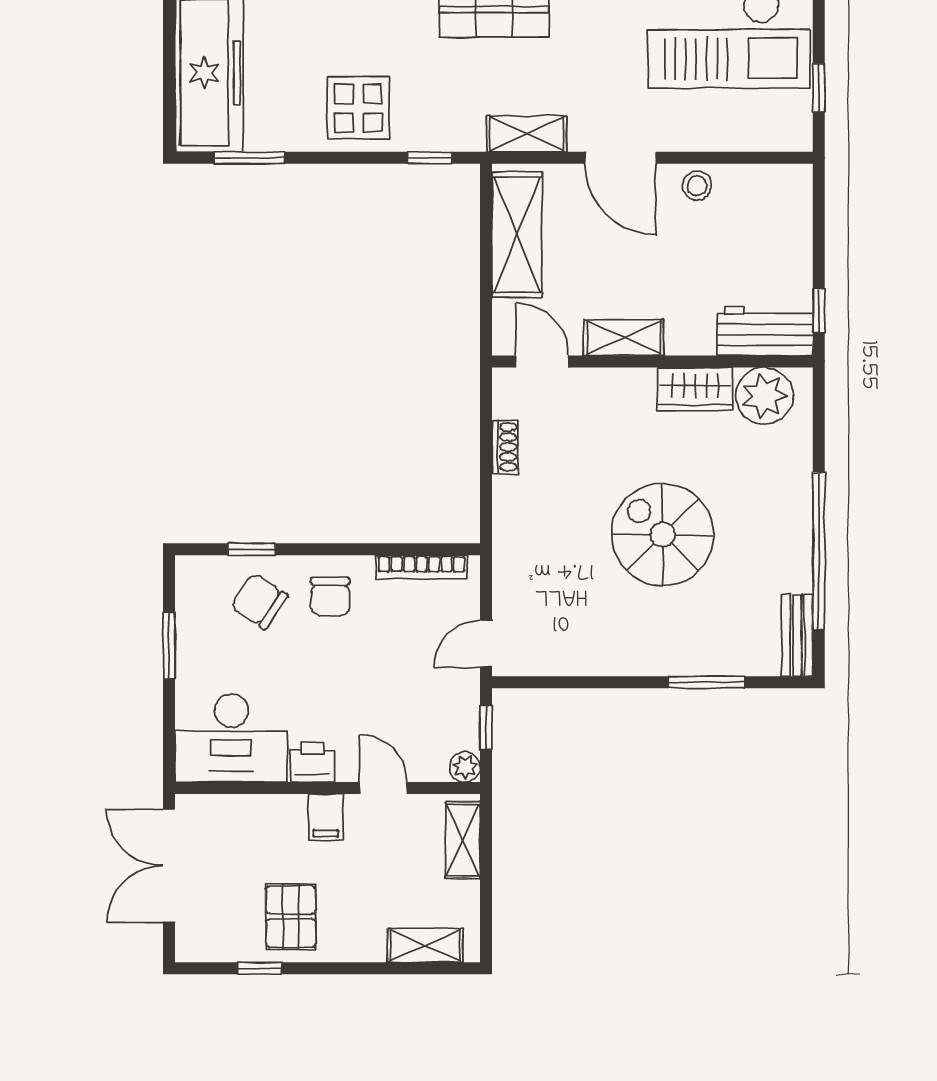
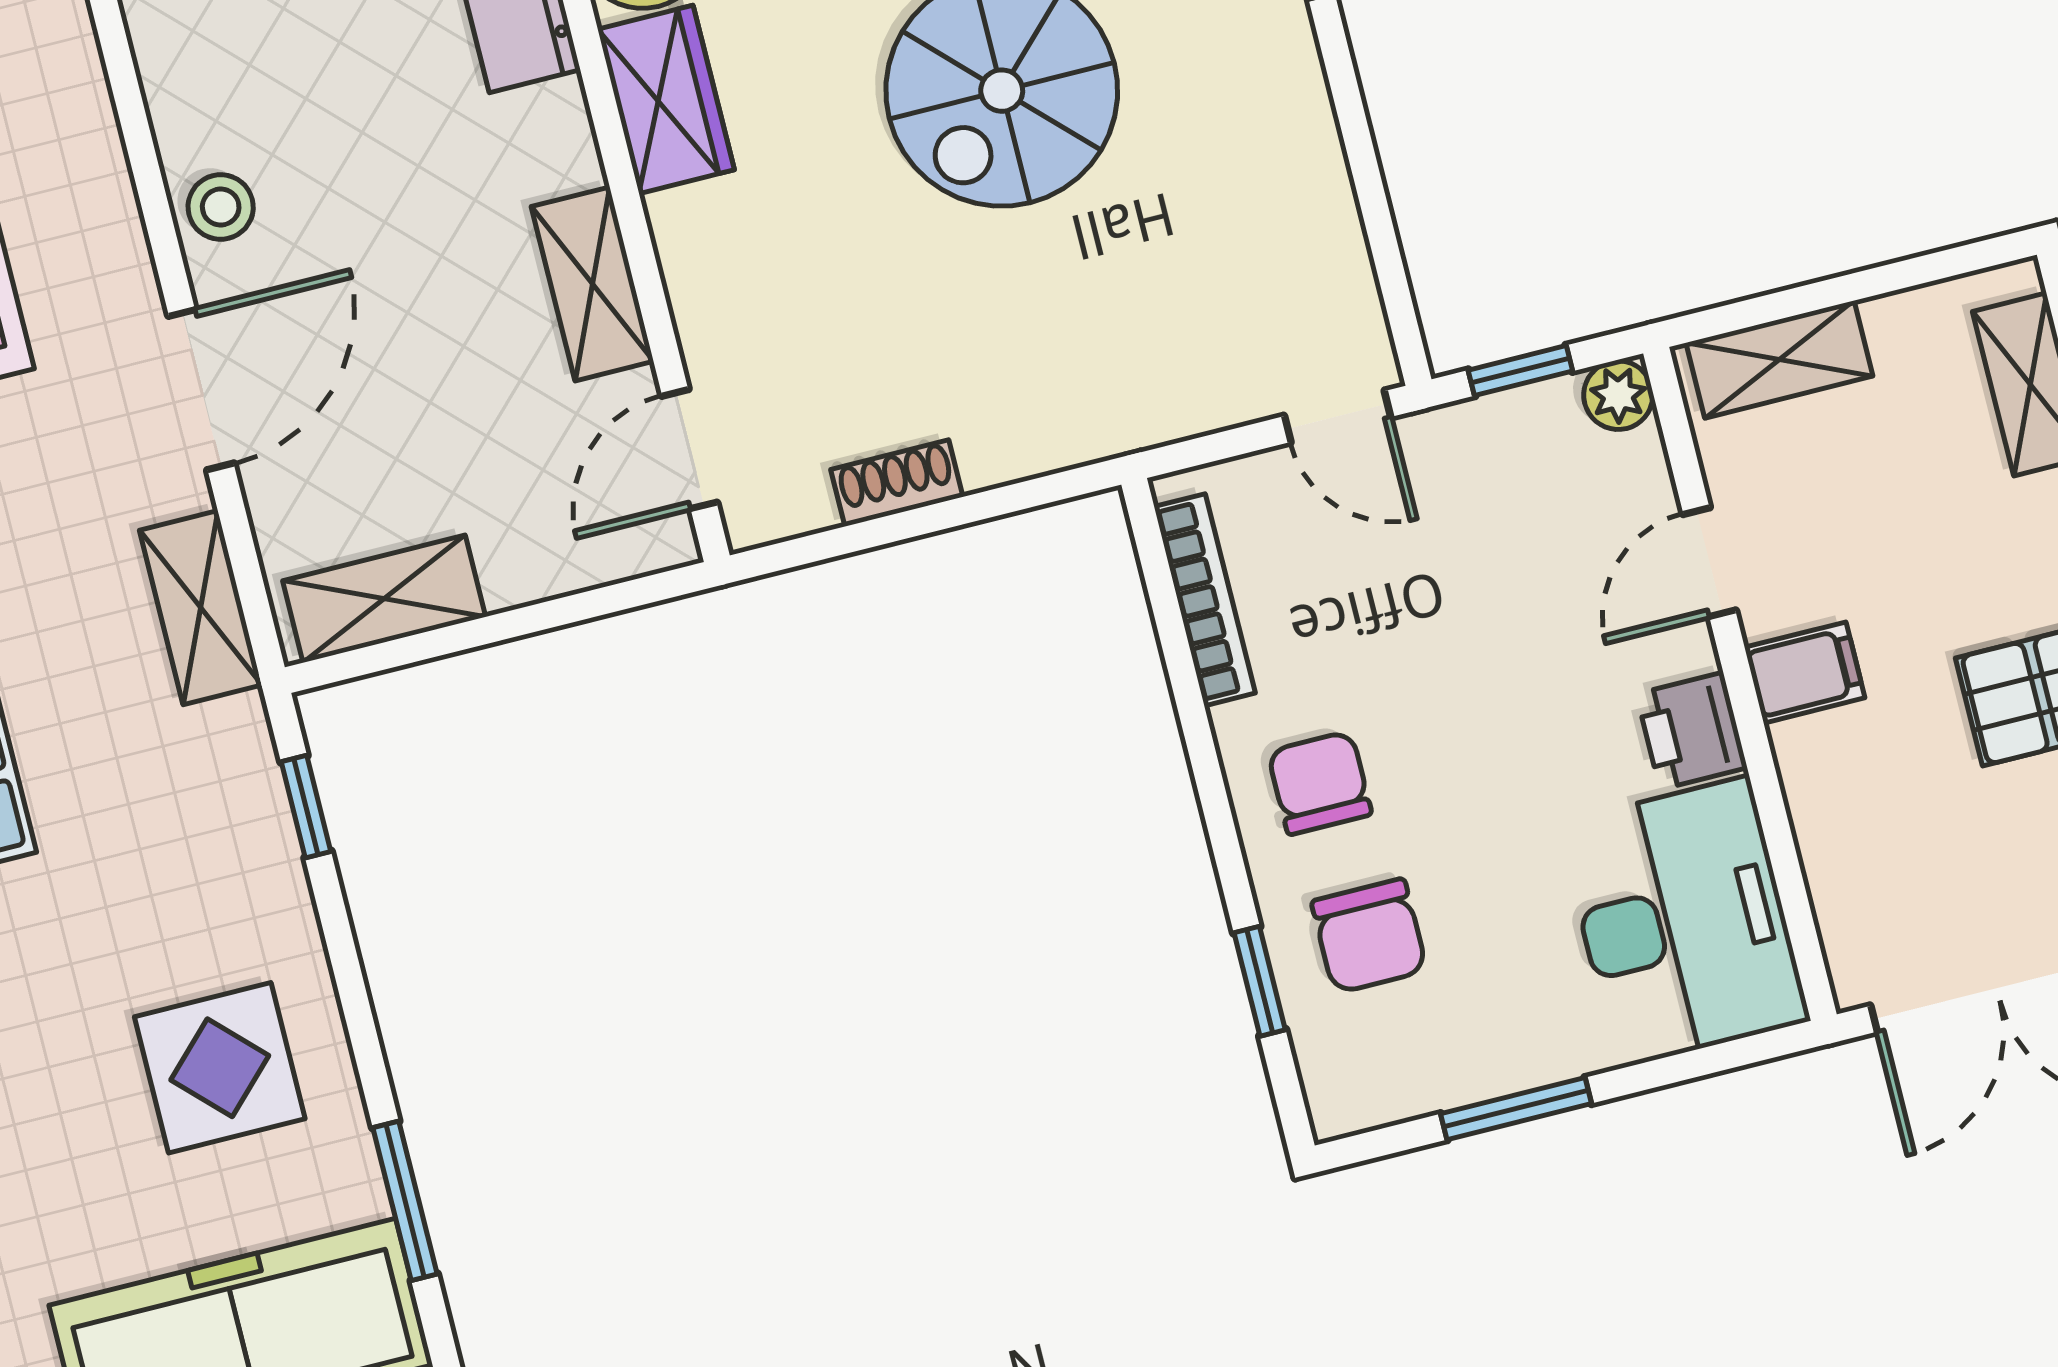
display table: (358, 108) -> (220, 1068), moved
shelving: (517, 235) -> (384, 599), width x0.67, depth x0.75
chair: (330, 596) -> (1320, 783), turned -90
chair: (259, 601) -> (1369, 936), turned -34

